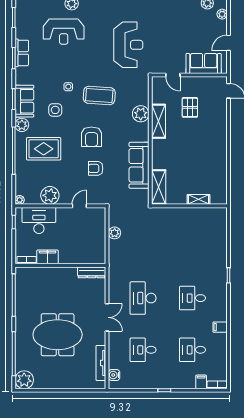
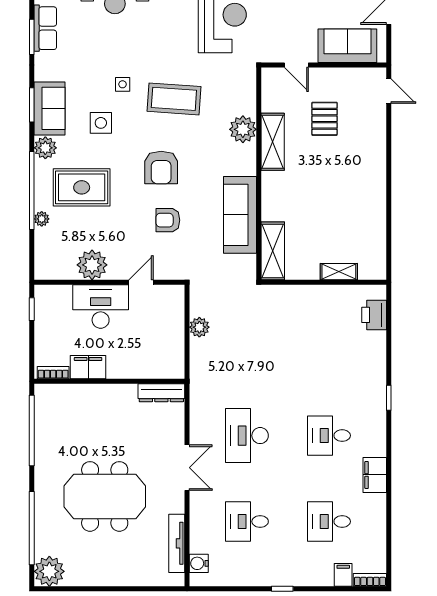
plant: (20, 200) -> (42, 219), moved
desk: (39, 220) -> (101, 306), moved
printer: (220, 225) -> (374, 315), added
filing cabinet: (220, 327) -> (375, 475), width x2.00

